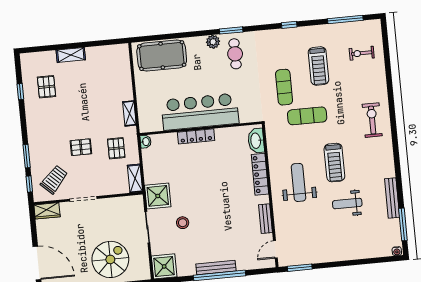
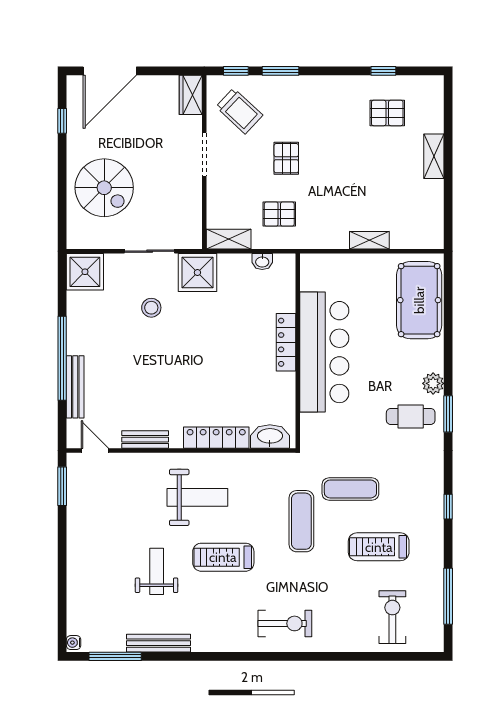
exercise bike: (362, 53) -> (392, 617), width x1.38, depth x1.39
shelving: (129, 113) -> (369, 240), moved
washbasin: (146, 142) -> (262, 262), moved
bench: (216, 268) -> (75, 387), moved

